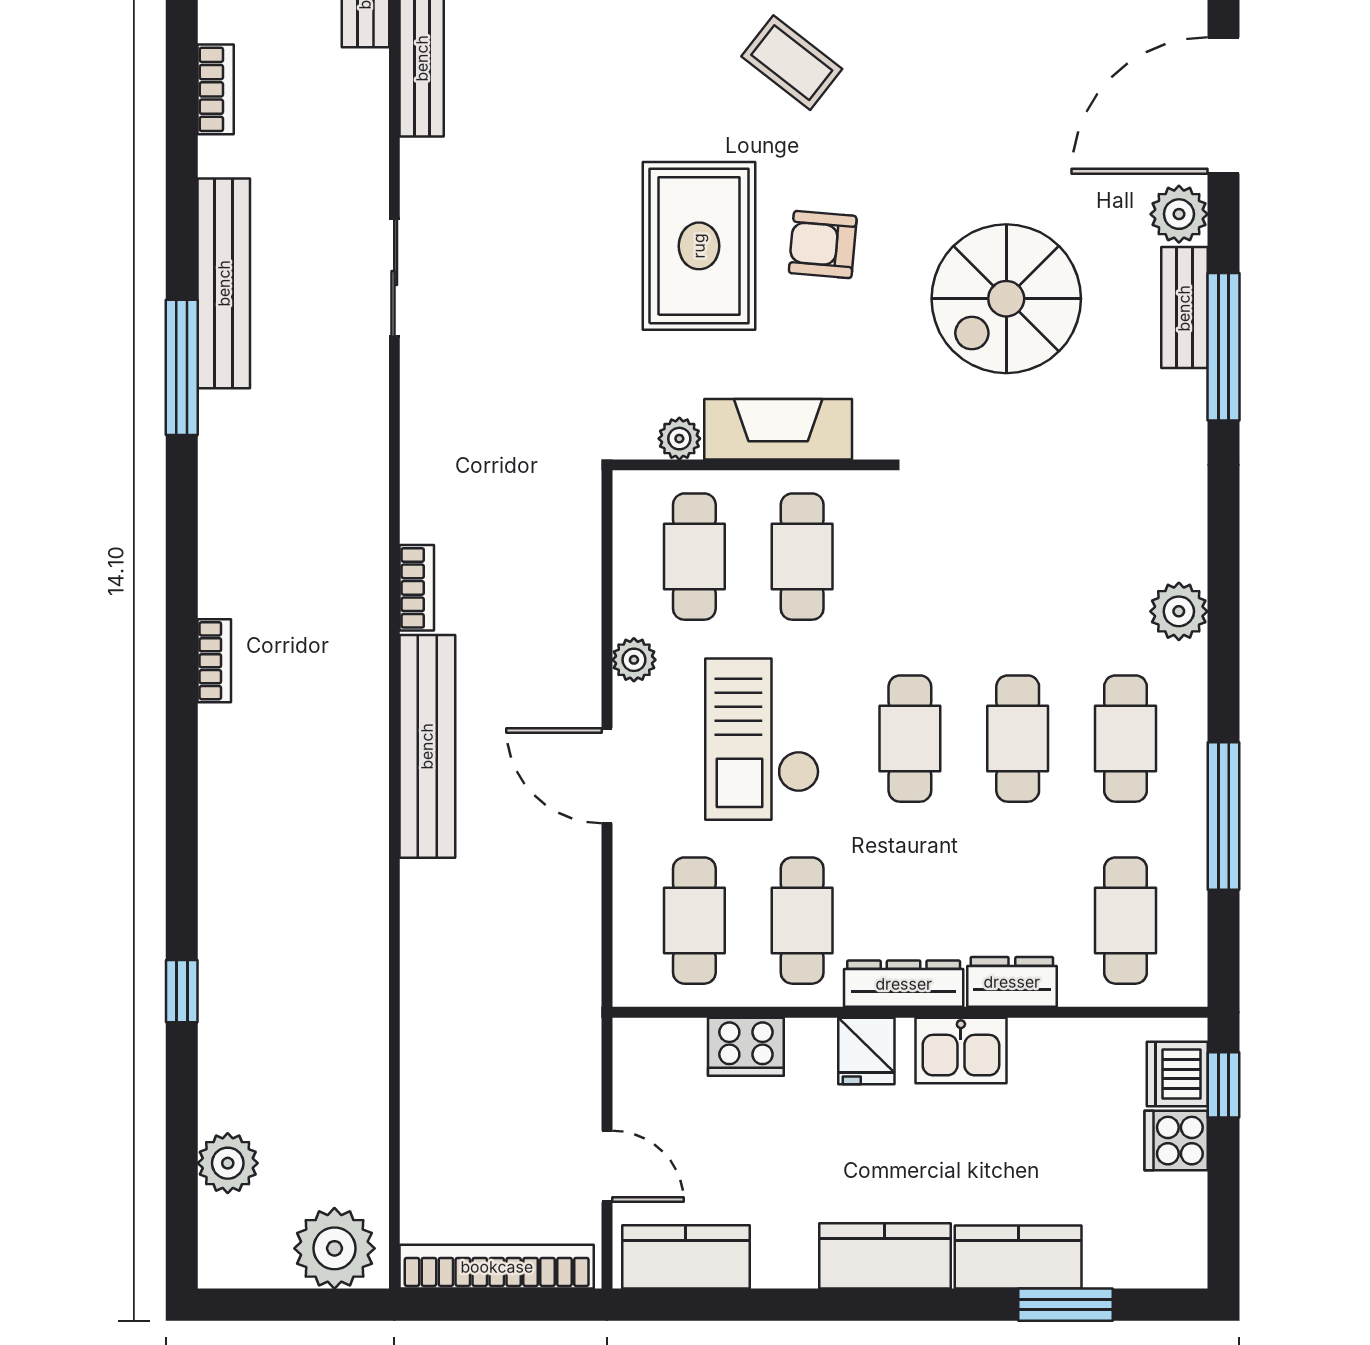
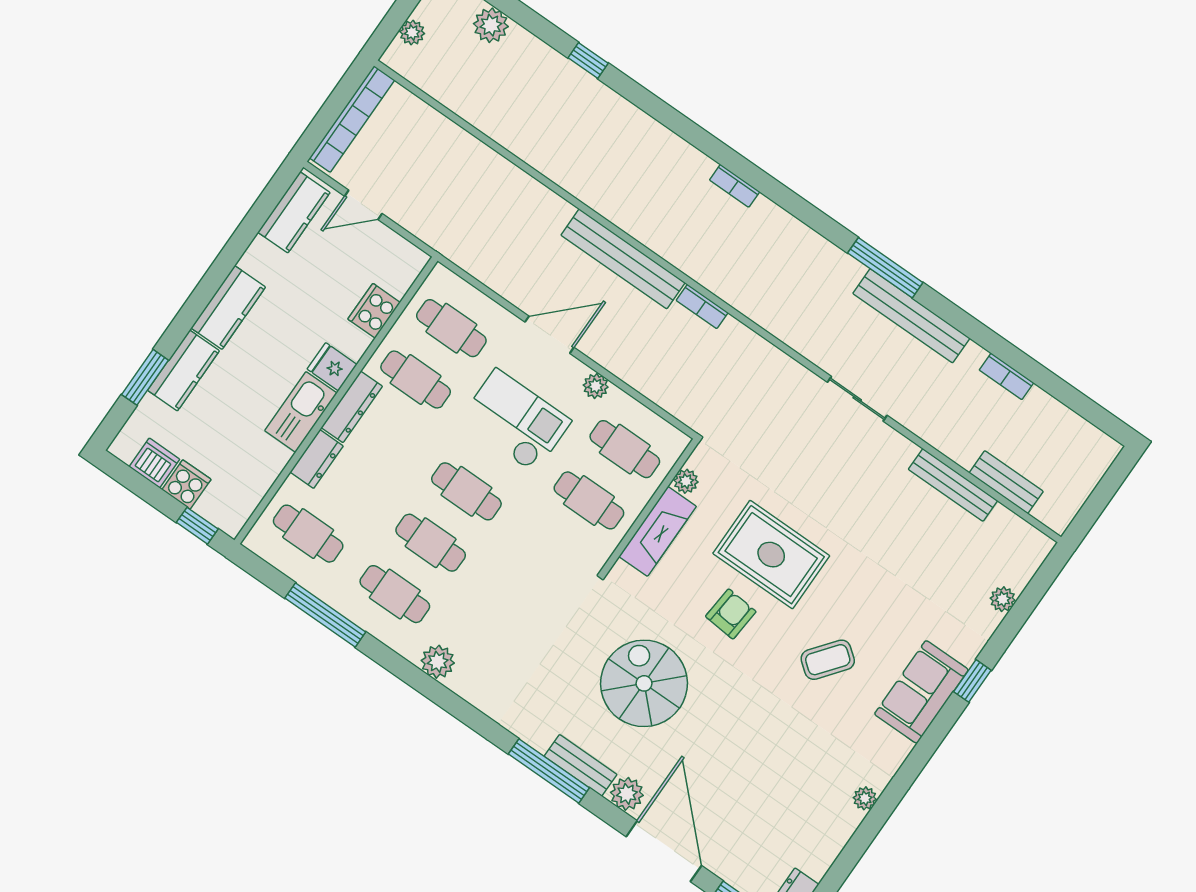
kitchen sink: (961, 1050) -> (301, 412), width x1.38
dishwasher: (1177, 1074) -> (154, 463), moved
plant: (334, 1248) -> (412, 33), width x0.53, depth x0.53

